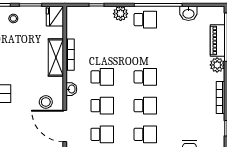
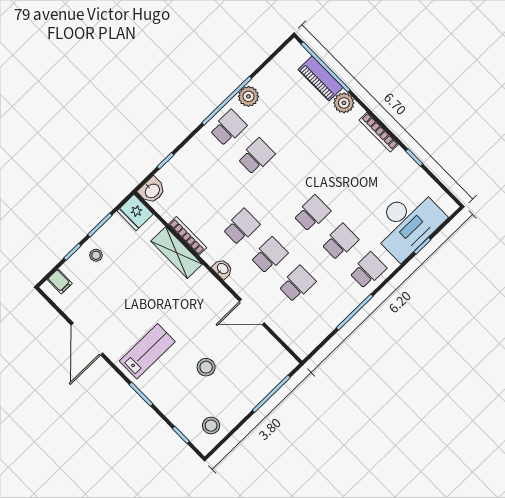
washbasin: (188, 13) -> (152, 190), moved
plant: (121, 14) -> (248, 96), moved
school desk: (145, 77) -> (256, 156), moved
stool: (46, 102) -> (206, 367), moved
door: (65, 126) -> (252, 312), width x0.73

